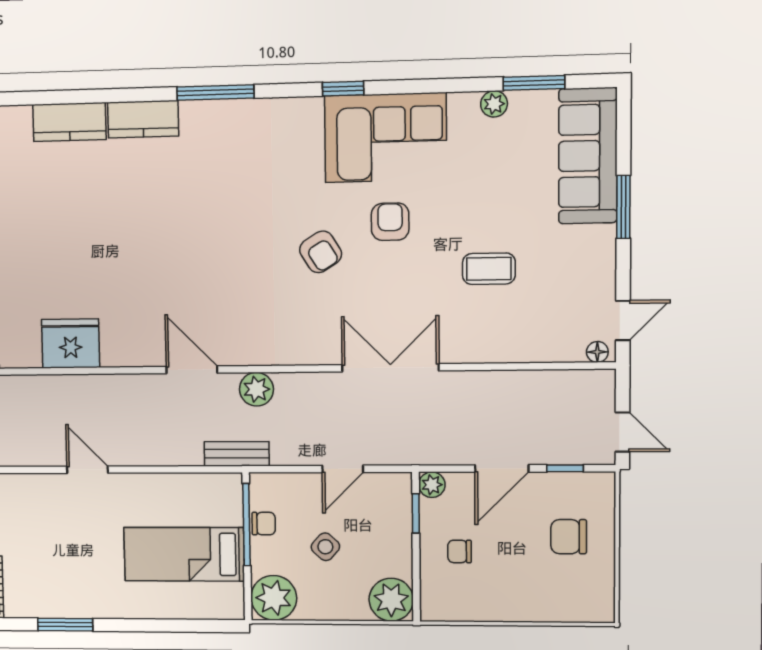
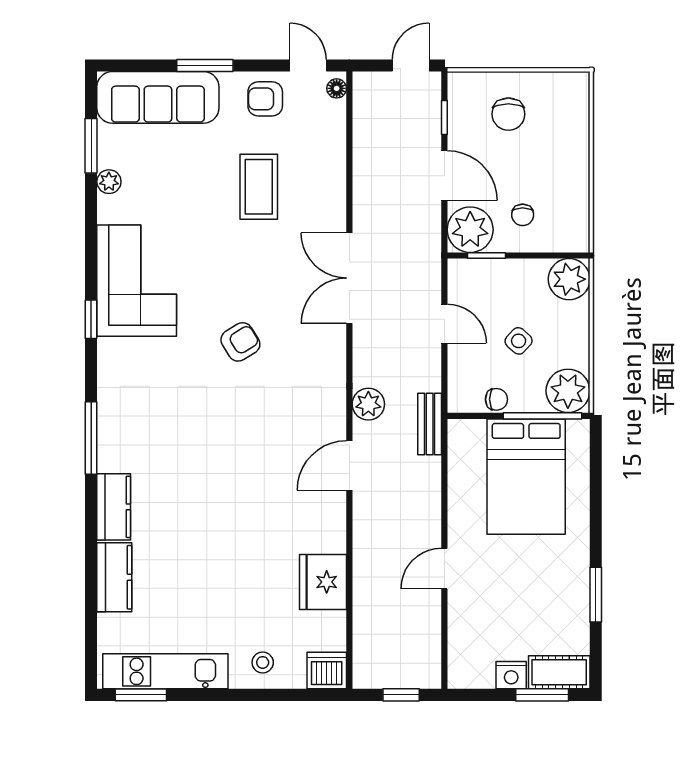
armchair: (390, 222) -> (265, 99), moved
coffee table: (489, 269) -> (259, 187), width x1.36, depth x1.30
plant: (432, 485) -> (470, 230), width x1.88, depth x1.88
chair: (264, 524) -> (496, 399), turned 90
window: (247, 525) -> (543, 416), moved
bed: (184, 554) -> (526, 477), width x1.50

